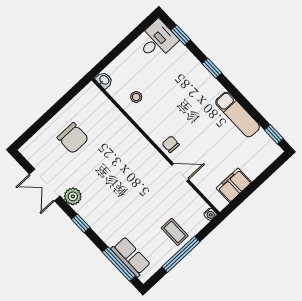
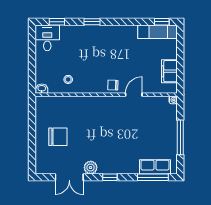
exam couch: (238, 114) -> (158, 32), moved
coffee table: (175, 232) -> (164, 129), removed

